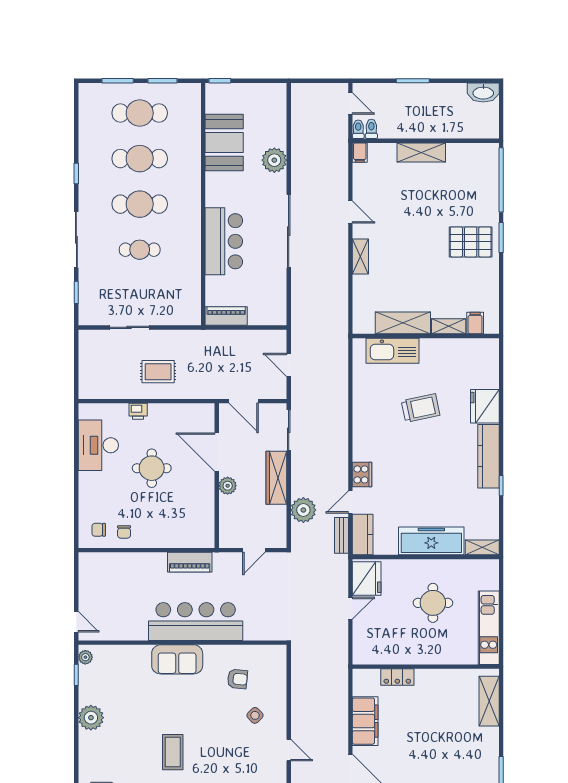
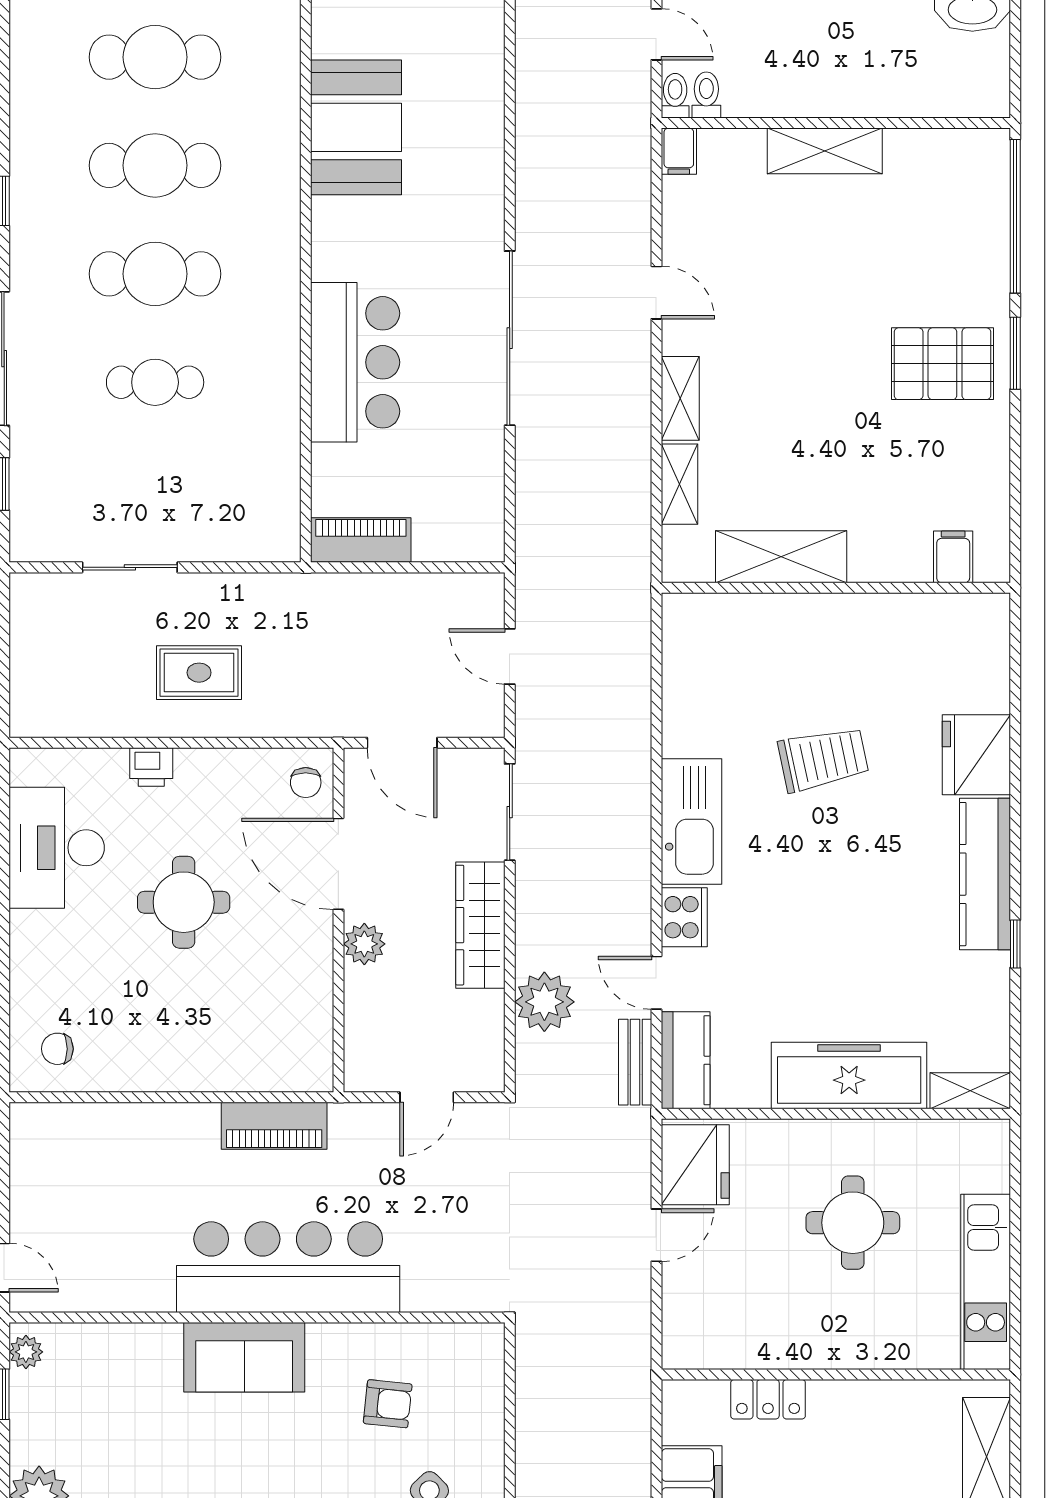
plant: (274, 160) -> (475, 169), removed
shelving: (449, 326) -> (679, 484), moved, turned 90
kitchen sink: (392, 351) -> (691, 822), moved, turned -90
door: (350, 502) -> (656, 983), hinge flipped
chair: (124, 532) -> (306, 783), moved

